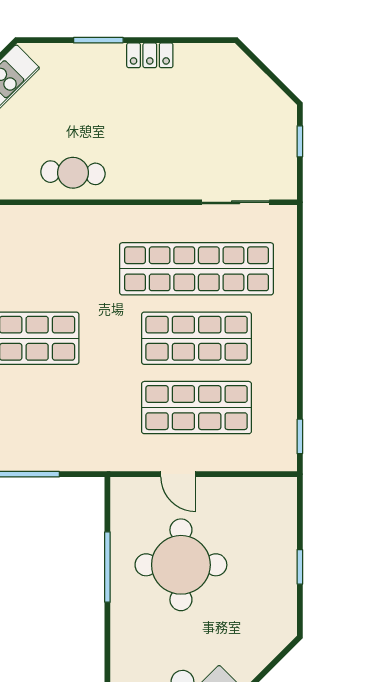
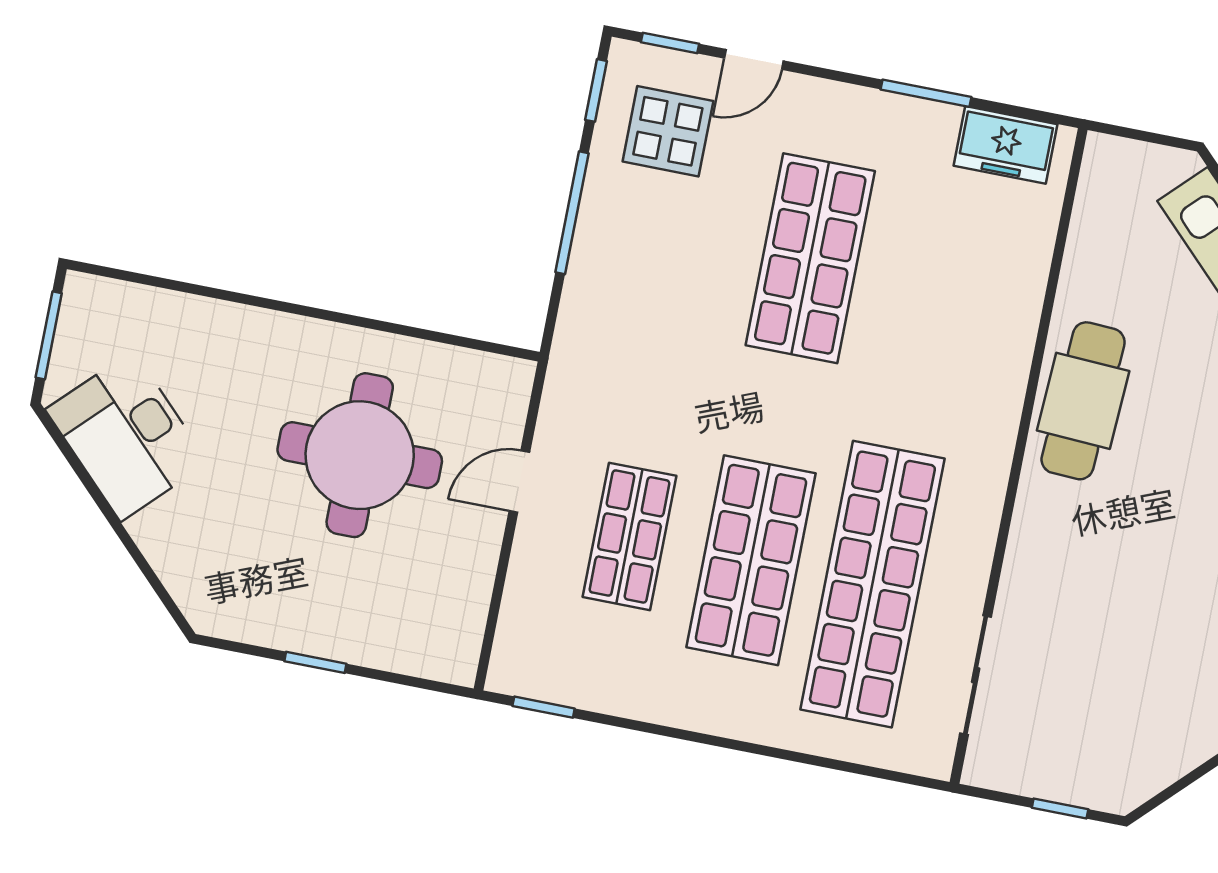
cafe table: (73, 173) -> (1083, 401), width x1.37, depth x1.35
shop shelf: (197, 408) -> (630, 536), width x0.70, depth x0.74
window: (107, 567) -> (381, 326), removed

